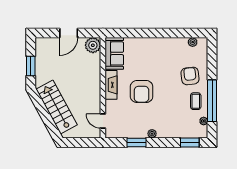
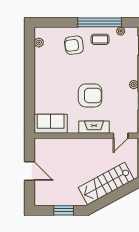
plant: (93, 45) -> (42, 146), removed
fireplace: (111, 85) -> (94, 127), moved

